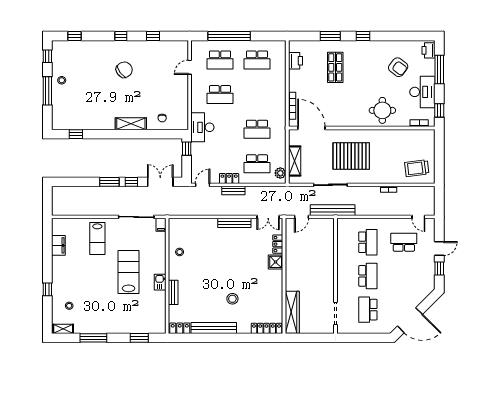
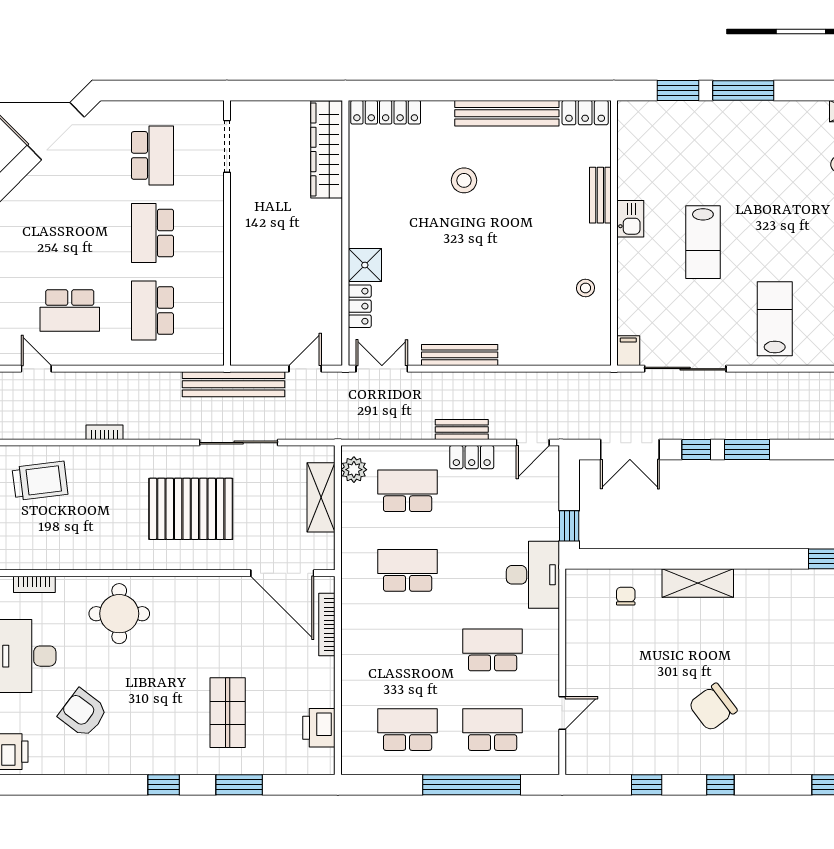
lab bench: (129, 272) -> (703, 242), width x0.73, depth x0.72
window: (93, 338) -> (743, 90), moved

